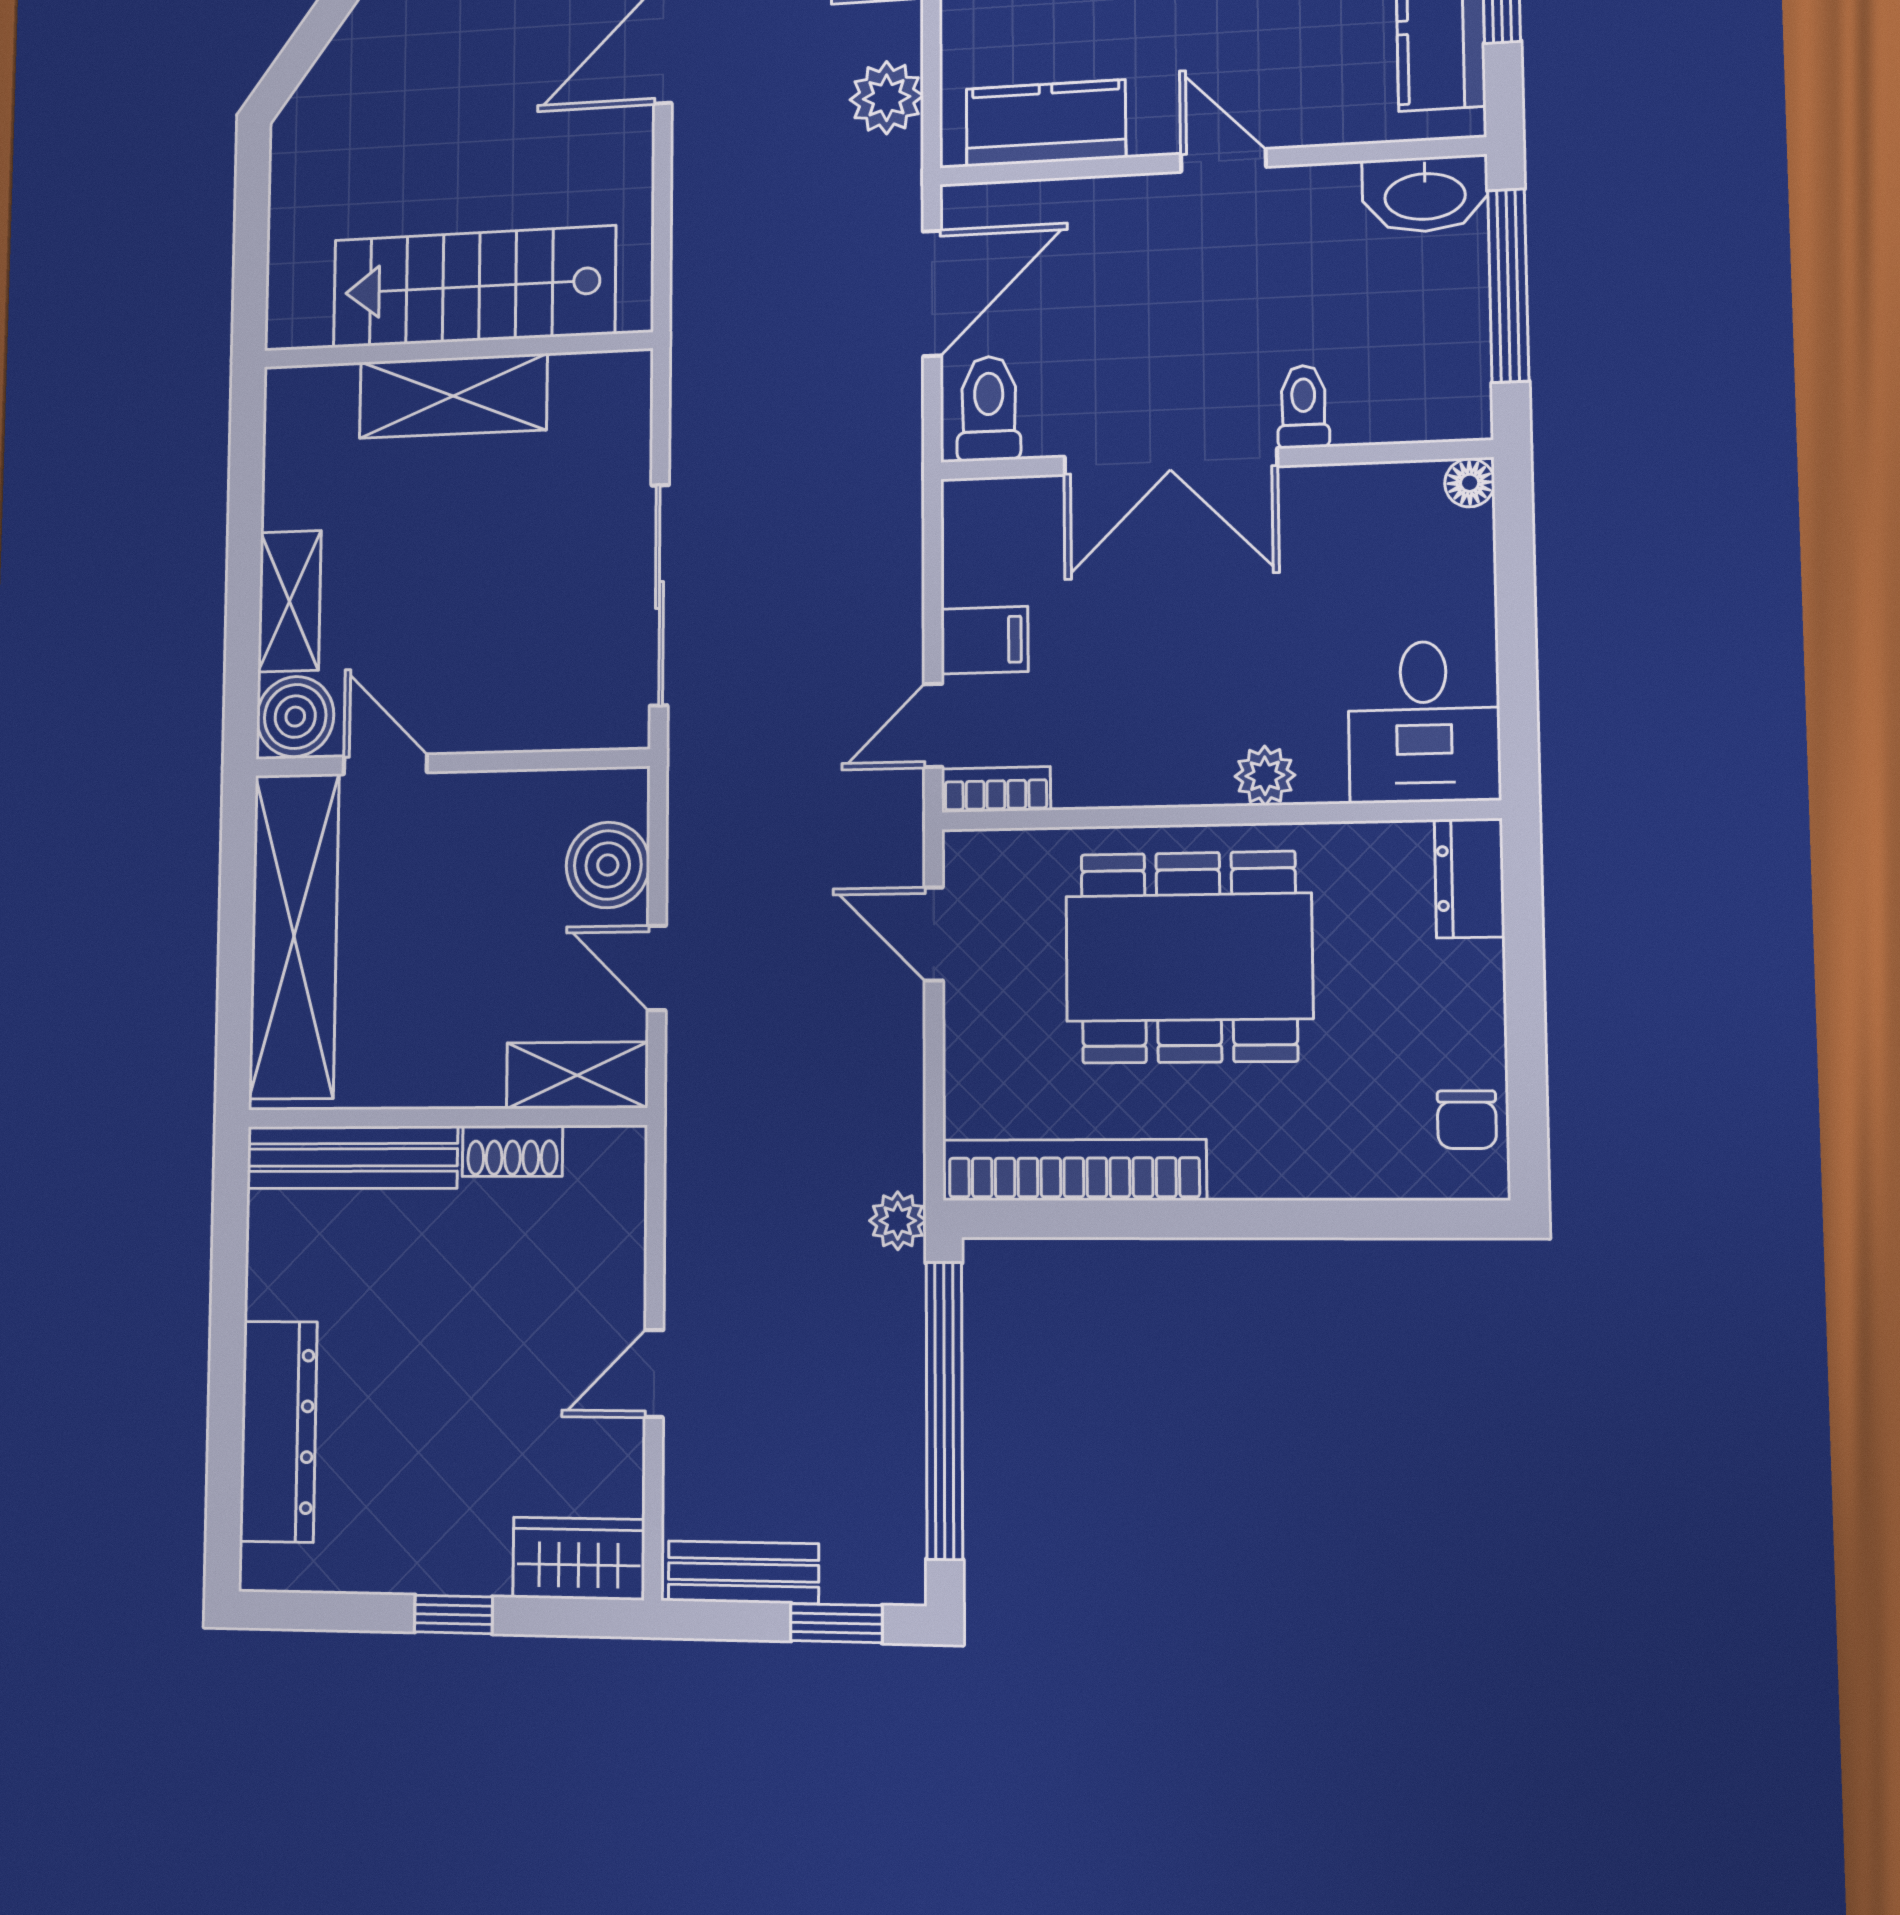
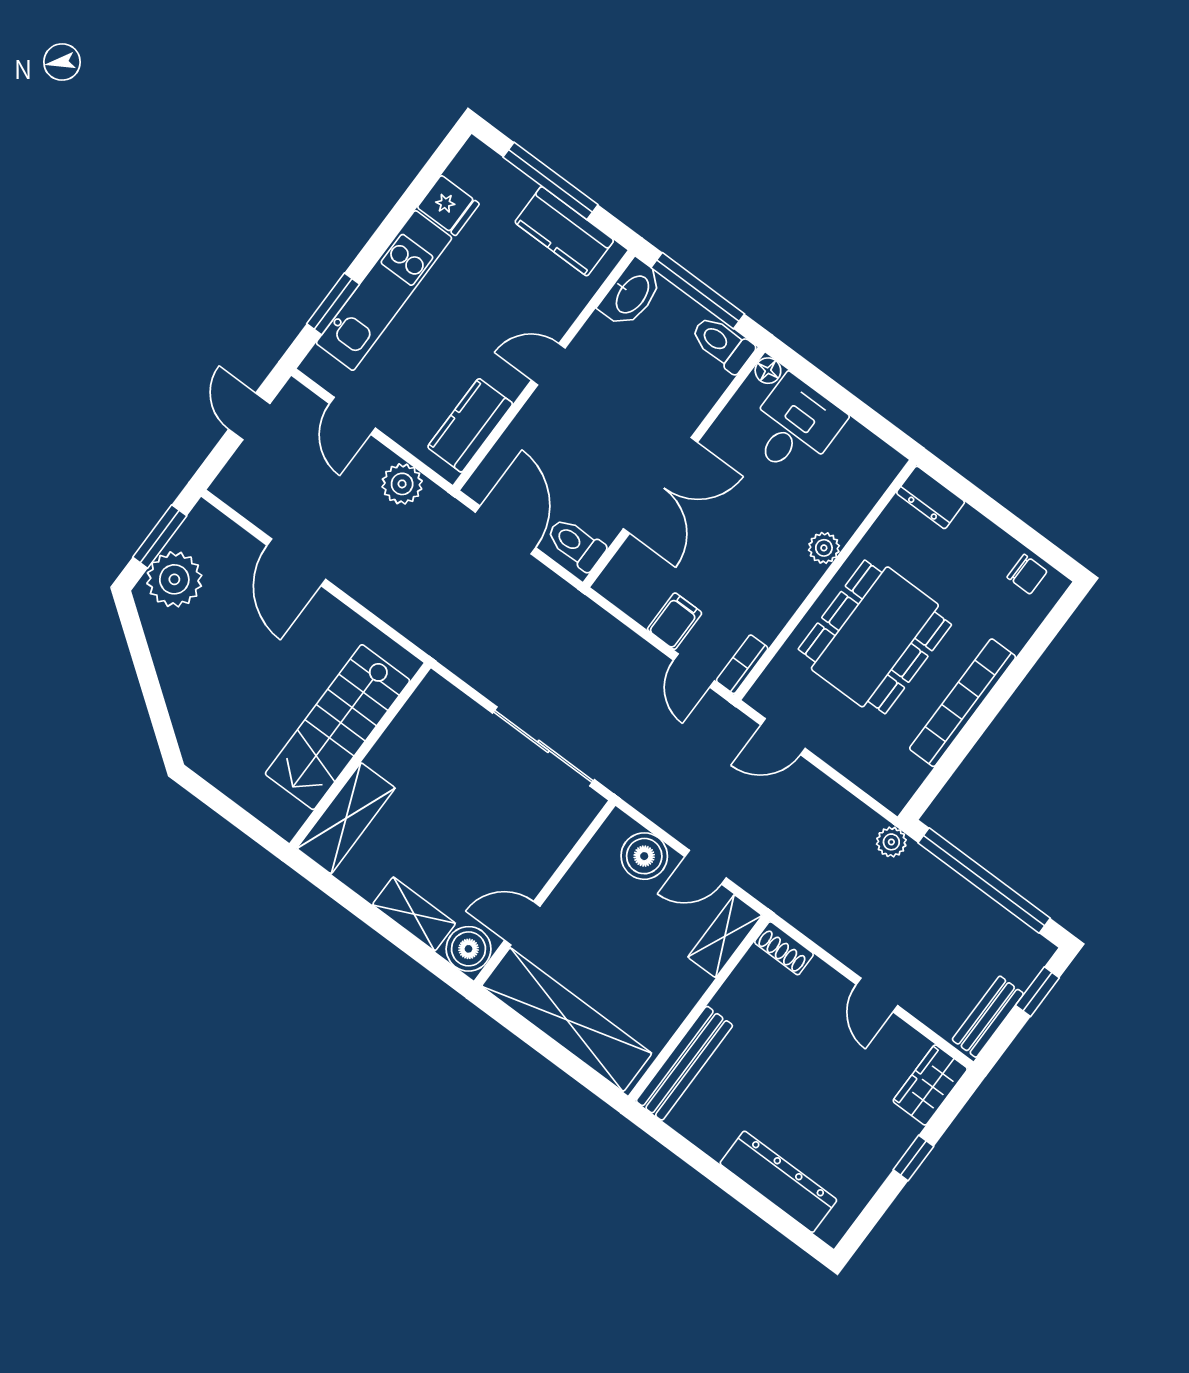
shelving: (453, 396) -> (346, 818), moved
toilet: (1303, 407) -> (722, 344), moved, width x1.37, depth x1.39
desk: (1424, 722) -> (794, 426), moved, turned -90
shoe rack: (512, 1151) -> (784, 948), moved, turned 90
bookcase: (1074, 1170) -> (963, 703), moved

